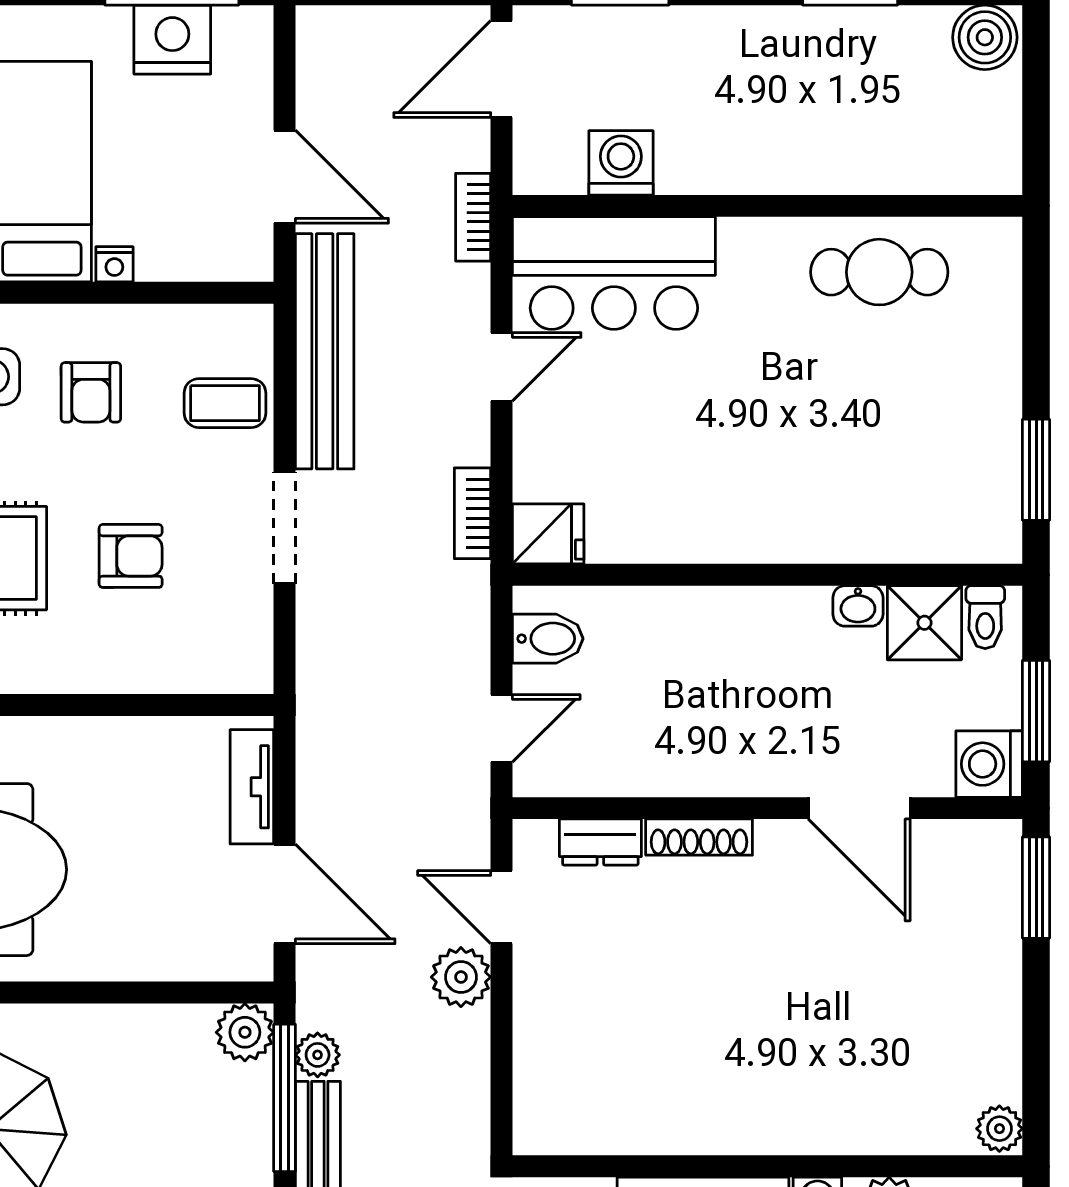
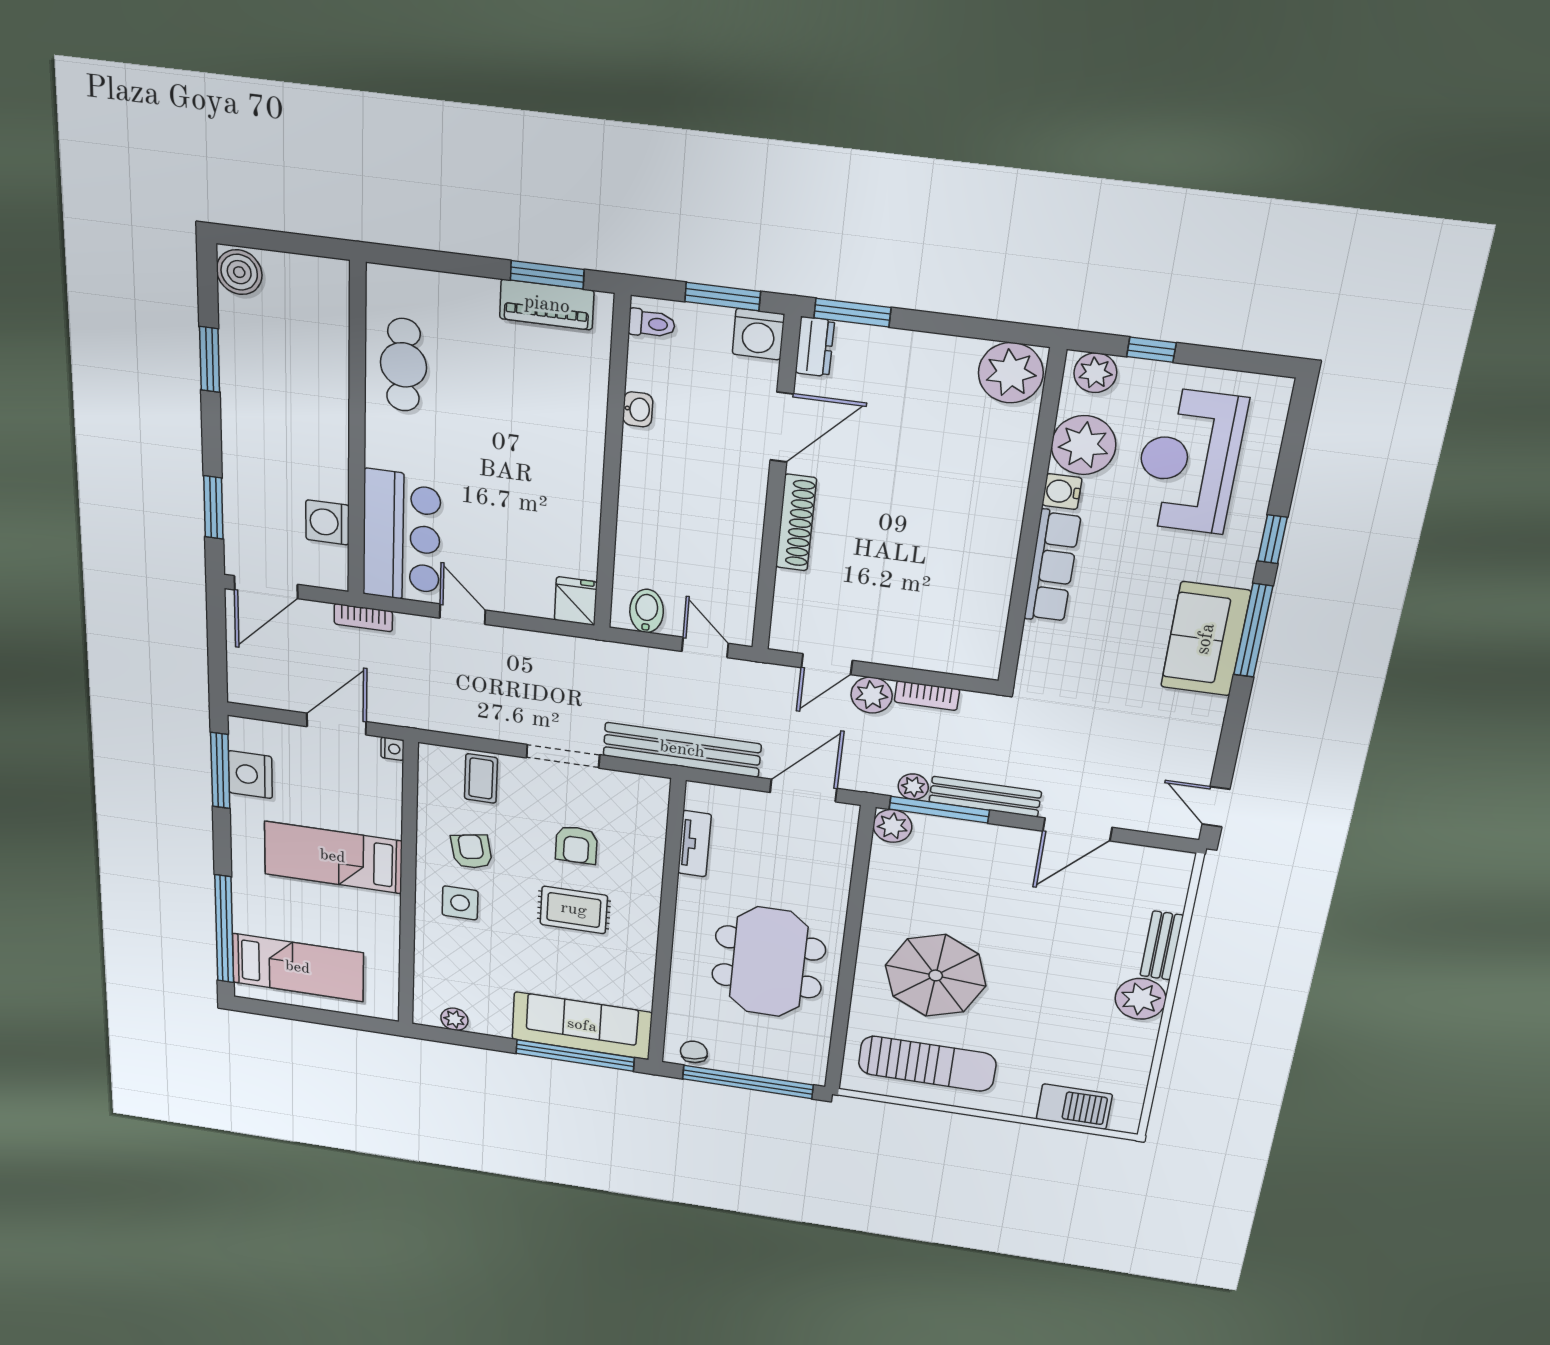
door: (502, 69) -> (266, 587), hinge flipped
nightstand: (114, 264) -> (392, 749), moved
bench: (325, 351) -> (682, 750), moved
armchair: (91, 392) -> (472, 851), turned -101
piano: (994, 471) -> (547, 305), added
bookcase: (473, 513) -> (927, 696), moved
armchair: (131, 556) -> (576, 845), turned 180
shower: (924, 623) -> (653, 366), removed
tv unit: (252, 787) -> (694, 844), moved, turned -90
shoe rack: (699, 837) -> (796, 523), width x1.36, depth x1.24
dresser: (600, 842) -> (815, 347), moved
plant: (999, 1129) -> (1011, 373), width x1.88, depth x1.88

